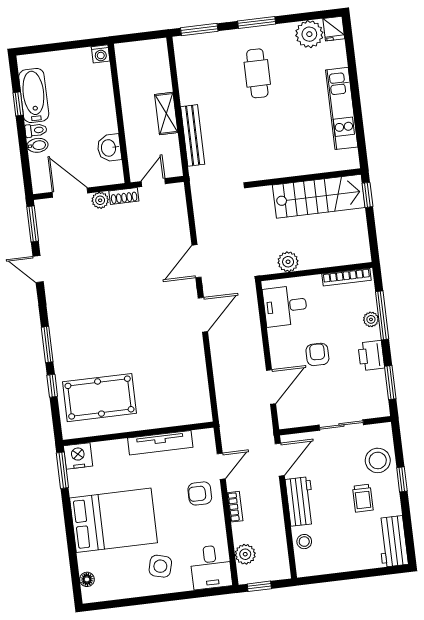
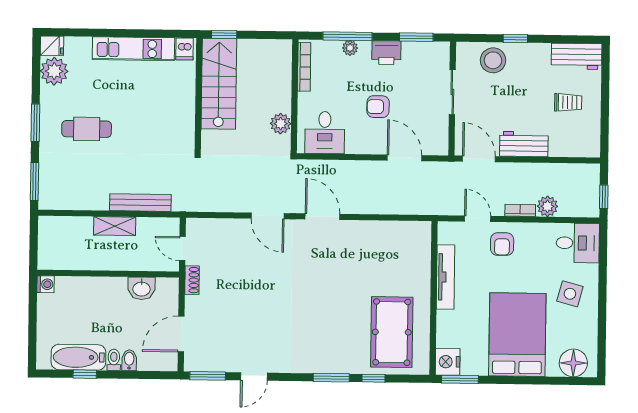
dishwasher: (348, 158) -> (185, 49), added
plant: (100, 200) -> (193, 305), removed
trolley: (363, 498) -> (568, 102), moved
stool: (304, 542) -> (565, 145), removed
plant: (245, 554) -> (547, 206), moved
floor lamp: (87, 579) -> (573, 363), width x1.89, depth x1.89

